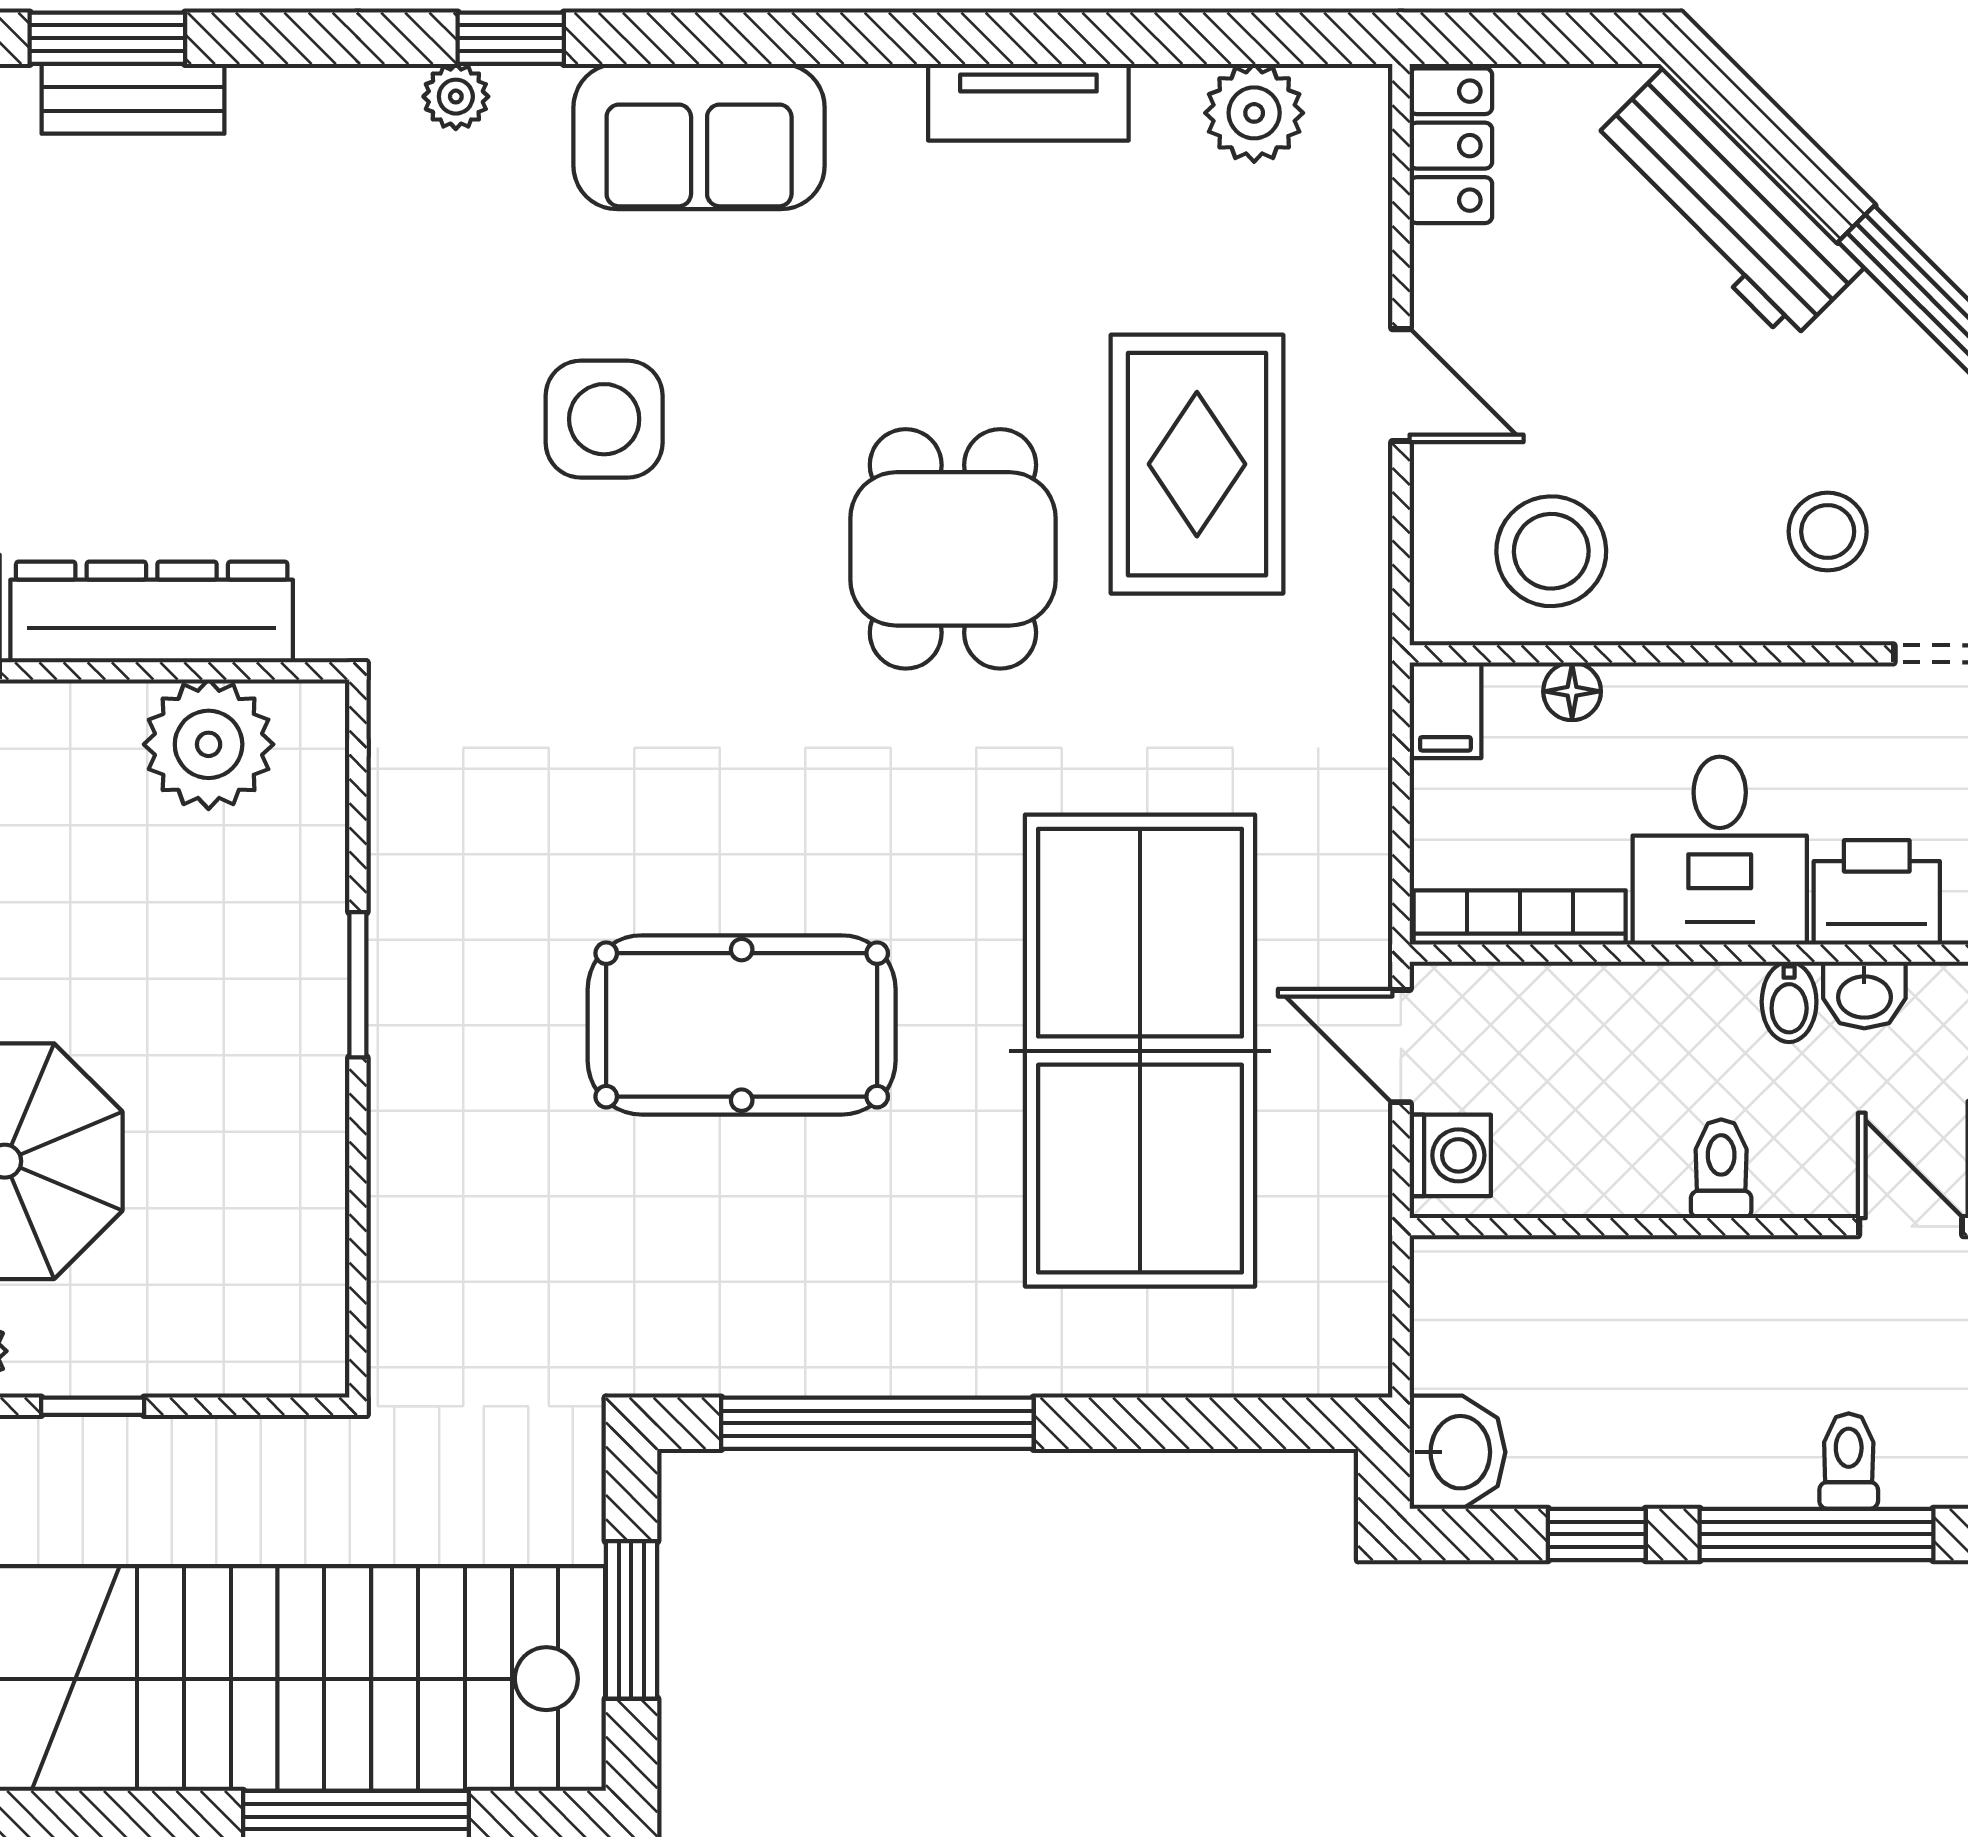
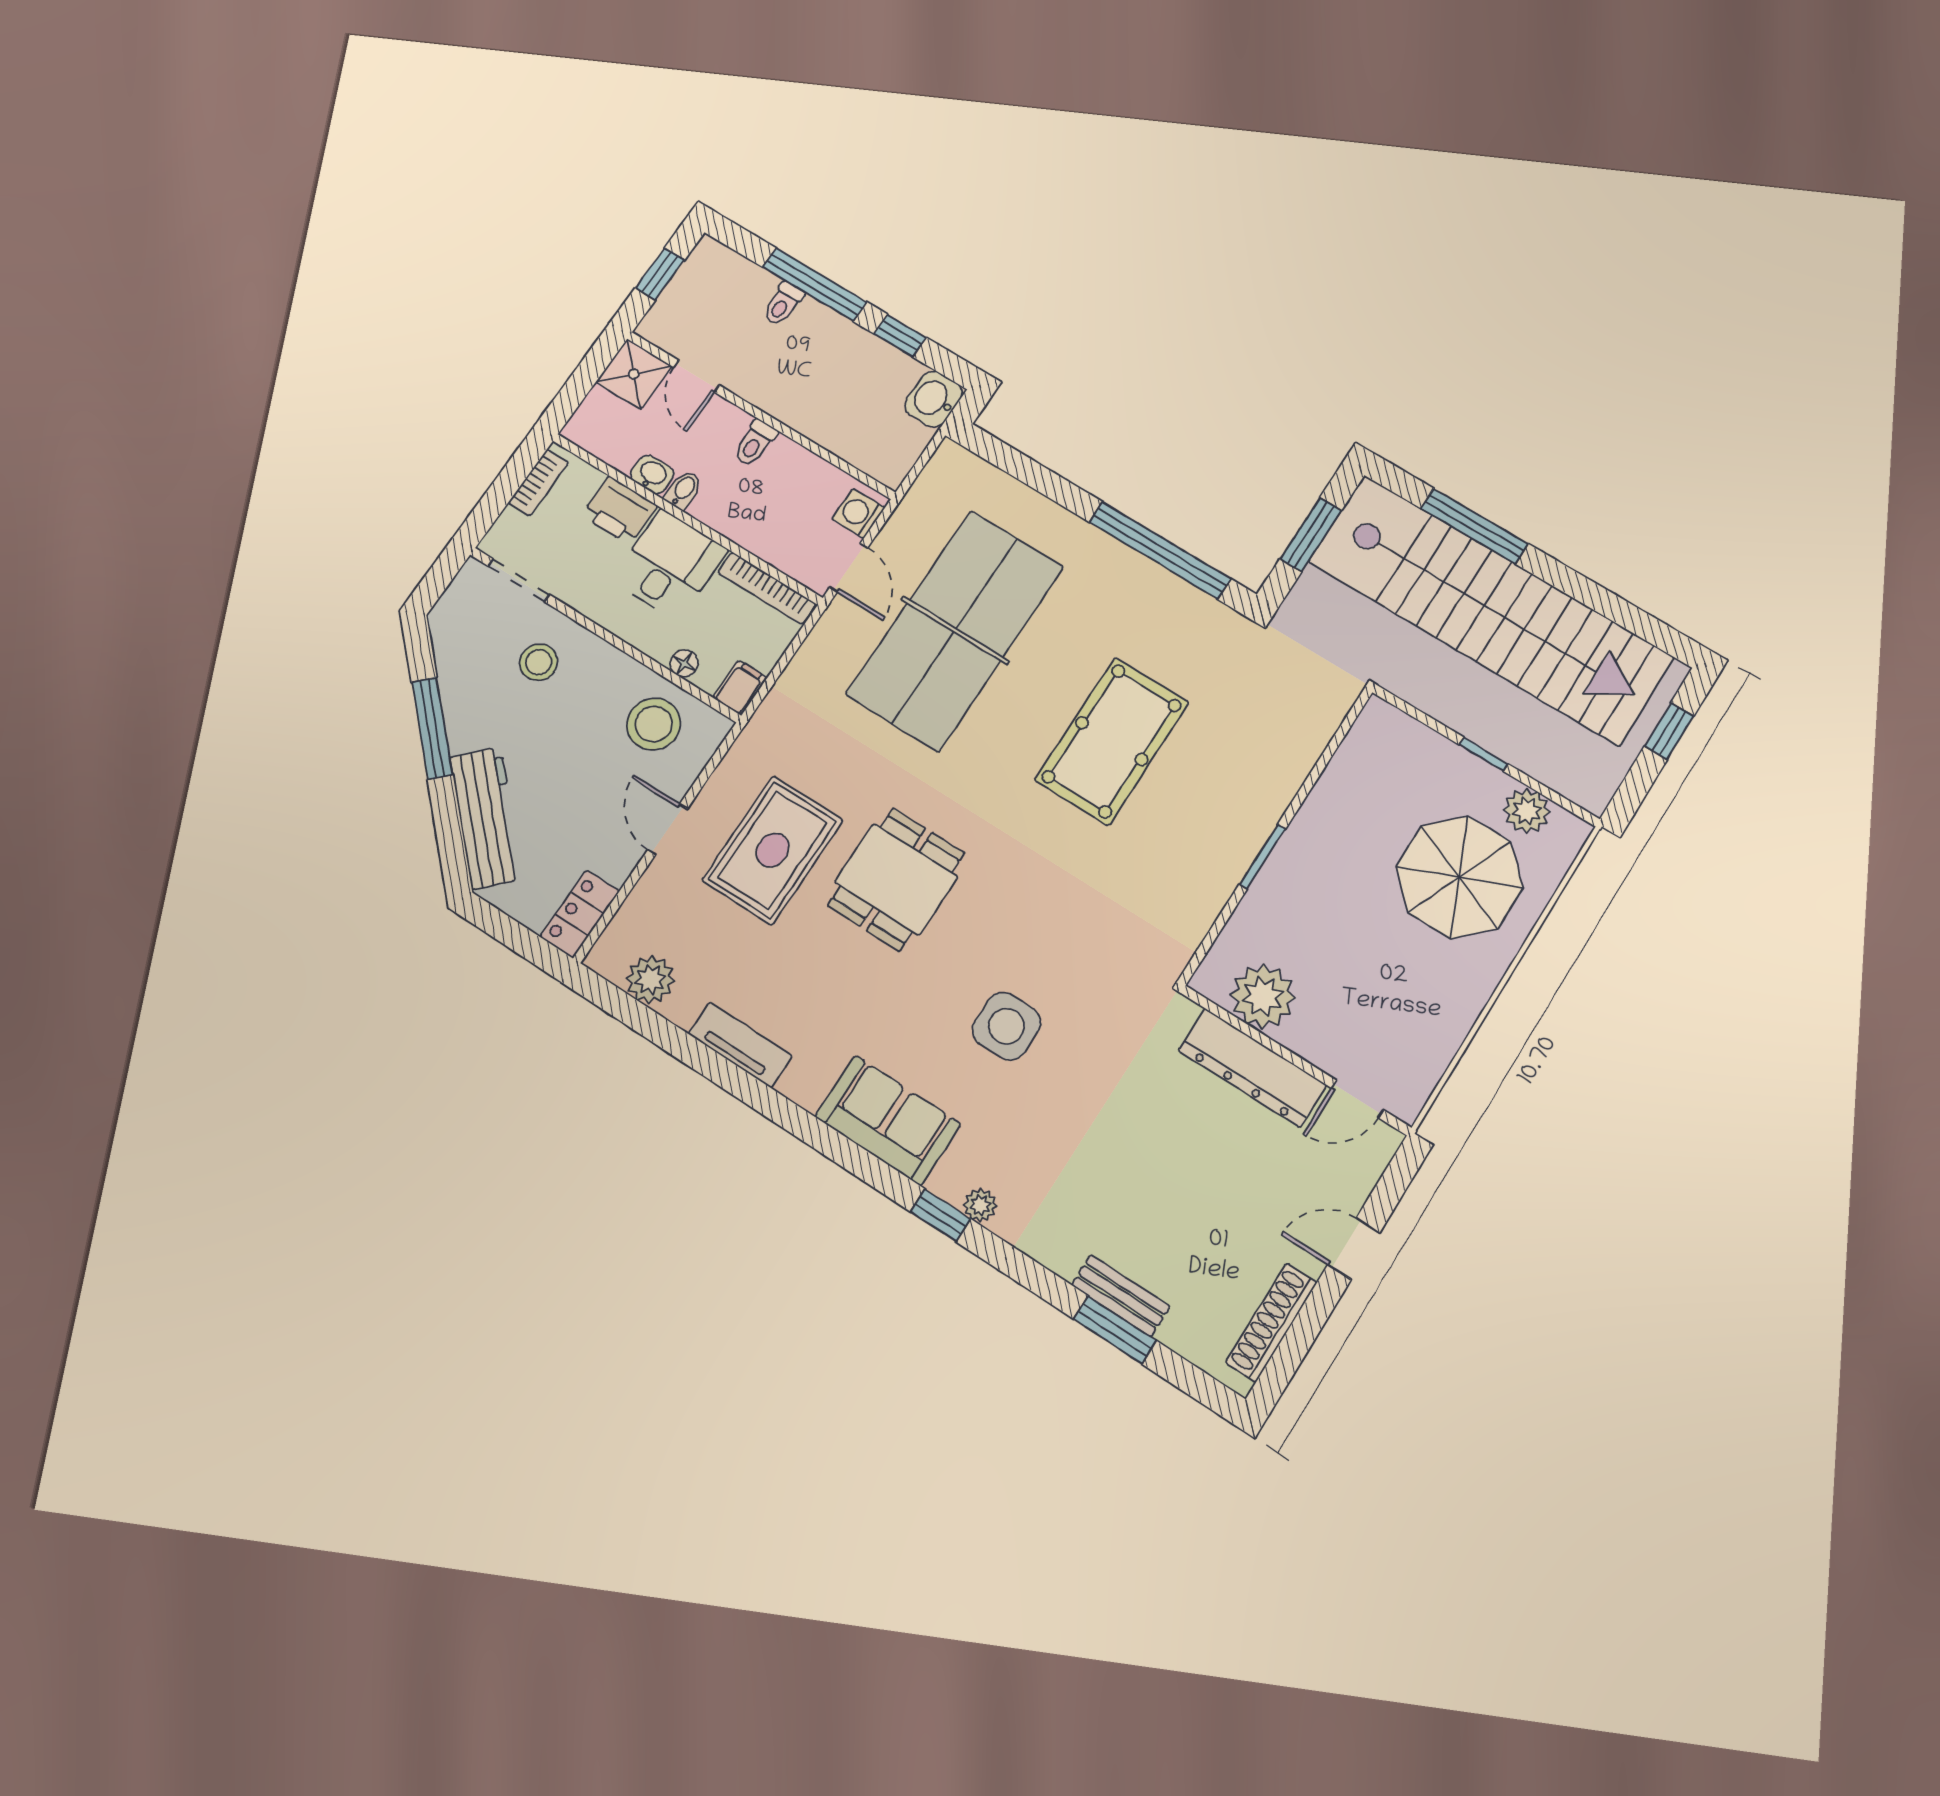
pool table: (742, 1025) -> (1112, 741), turned 90

